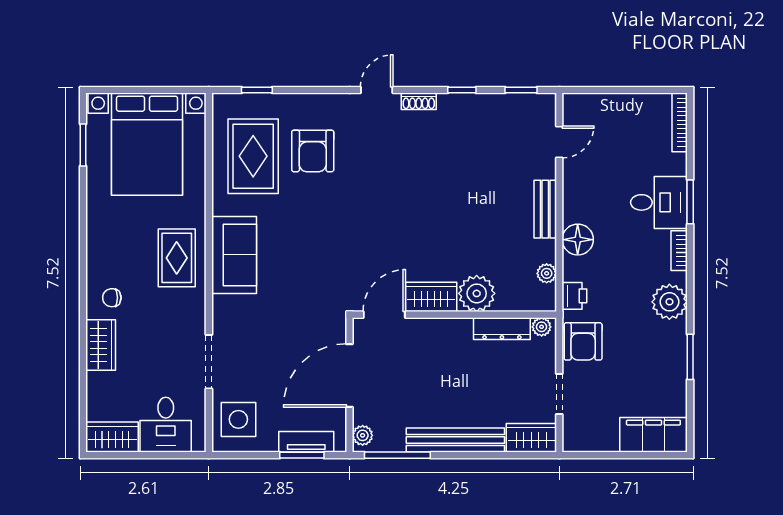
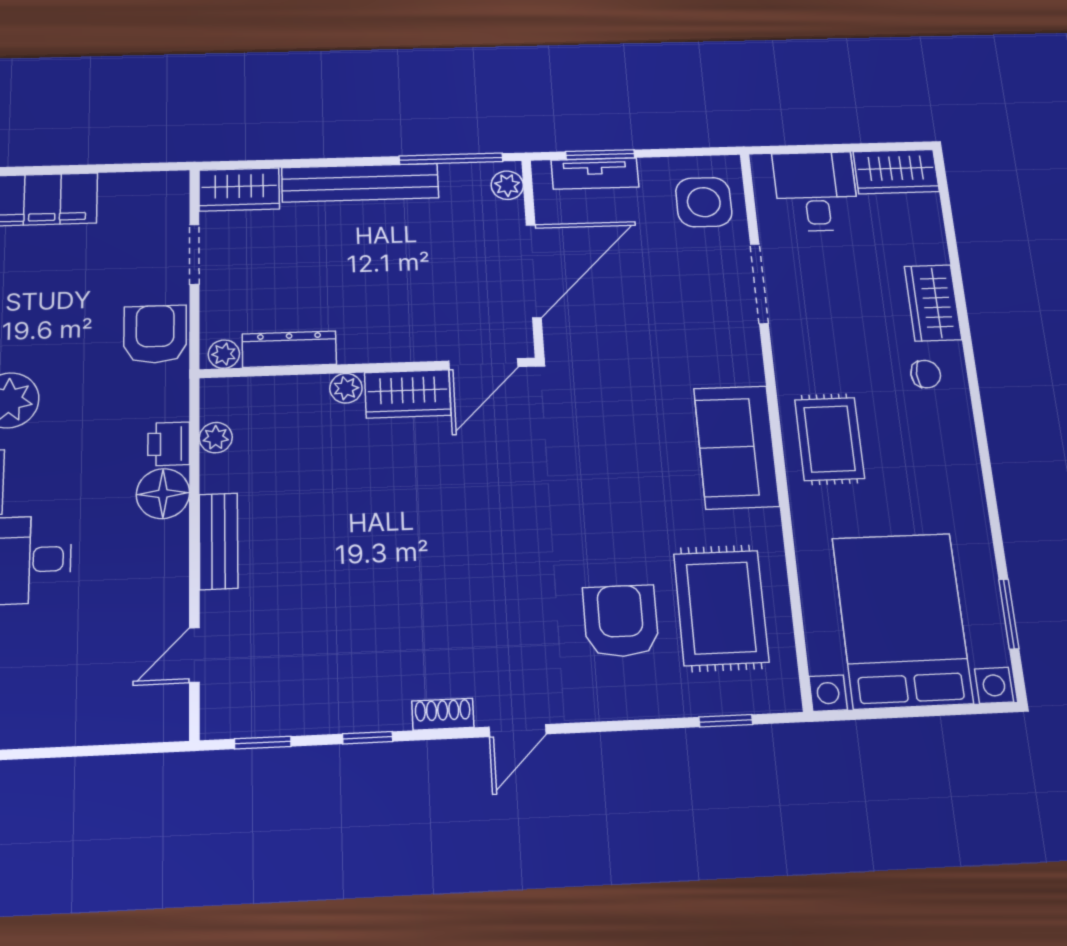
plant: (477, 293) -> (346, 388), width x0.53, depth x0.53
printer: (574, 296) -> (169, 444), moved

